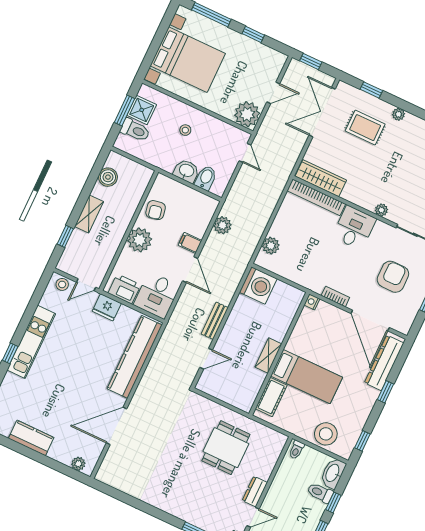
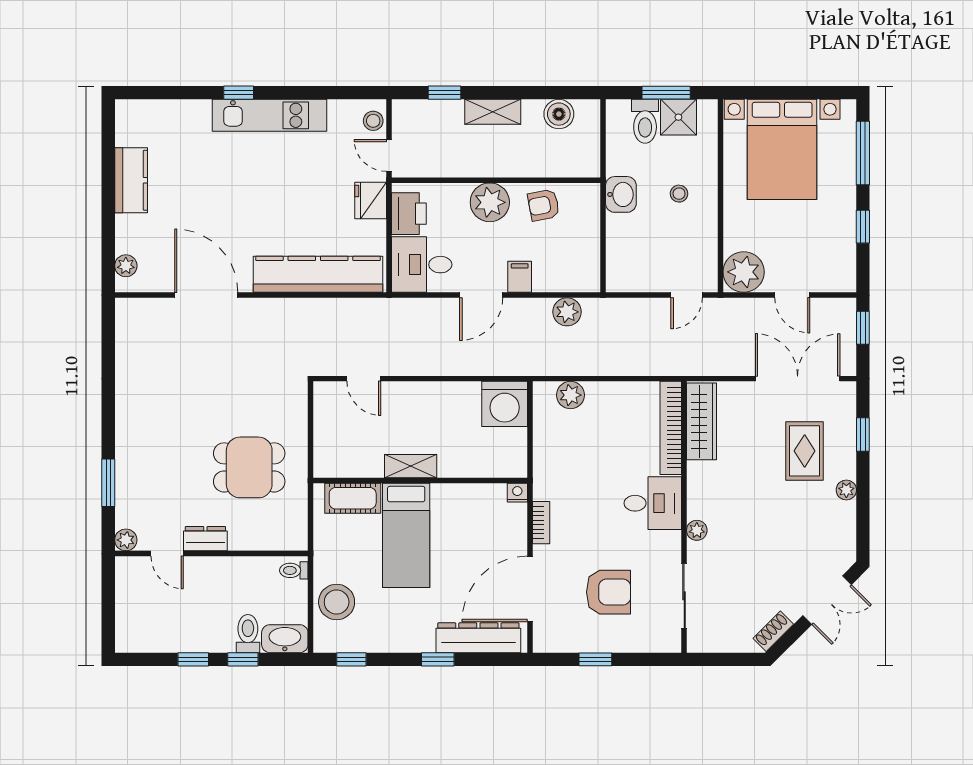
washbasin: (186, 171) -> (621, 194), moved
bidet: (206, 178) -> (624, 256), removed
bench: (215, 321) -> (424, 365), removed

